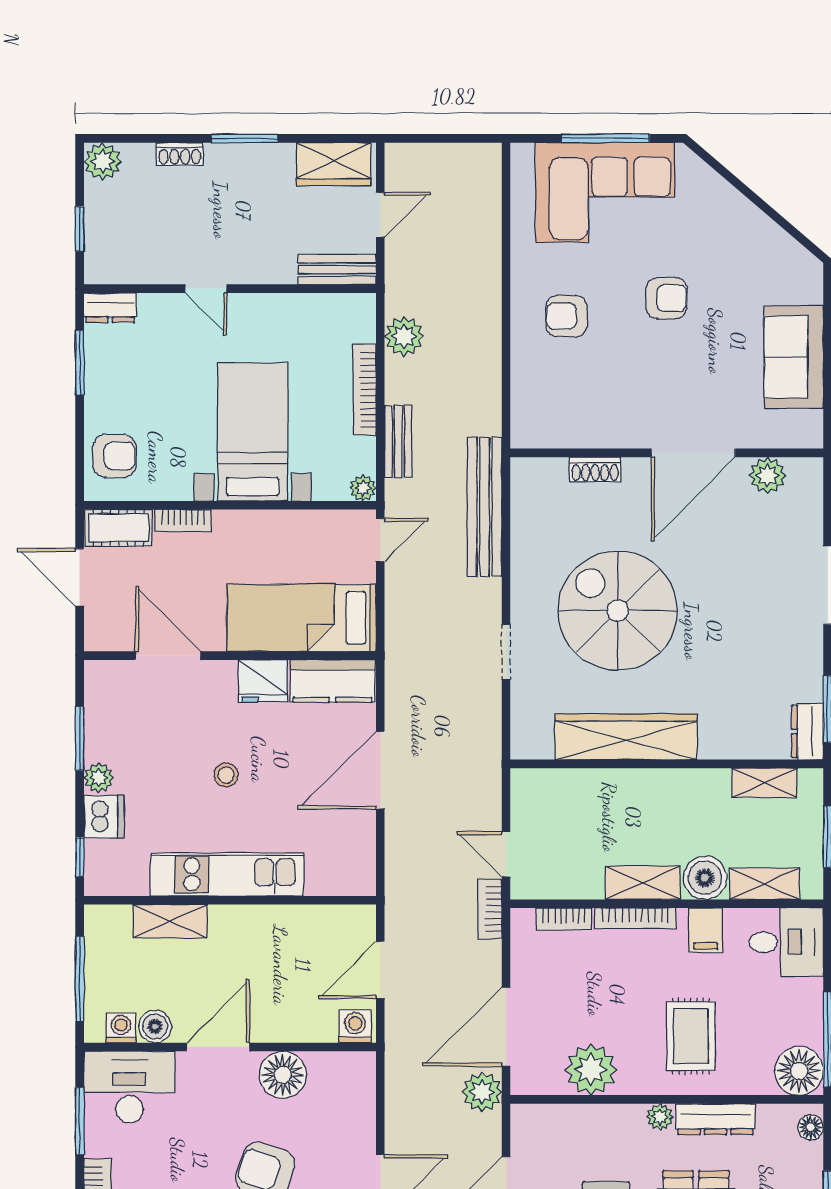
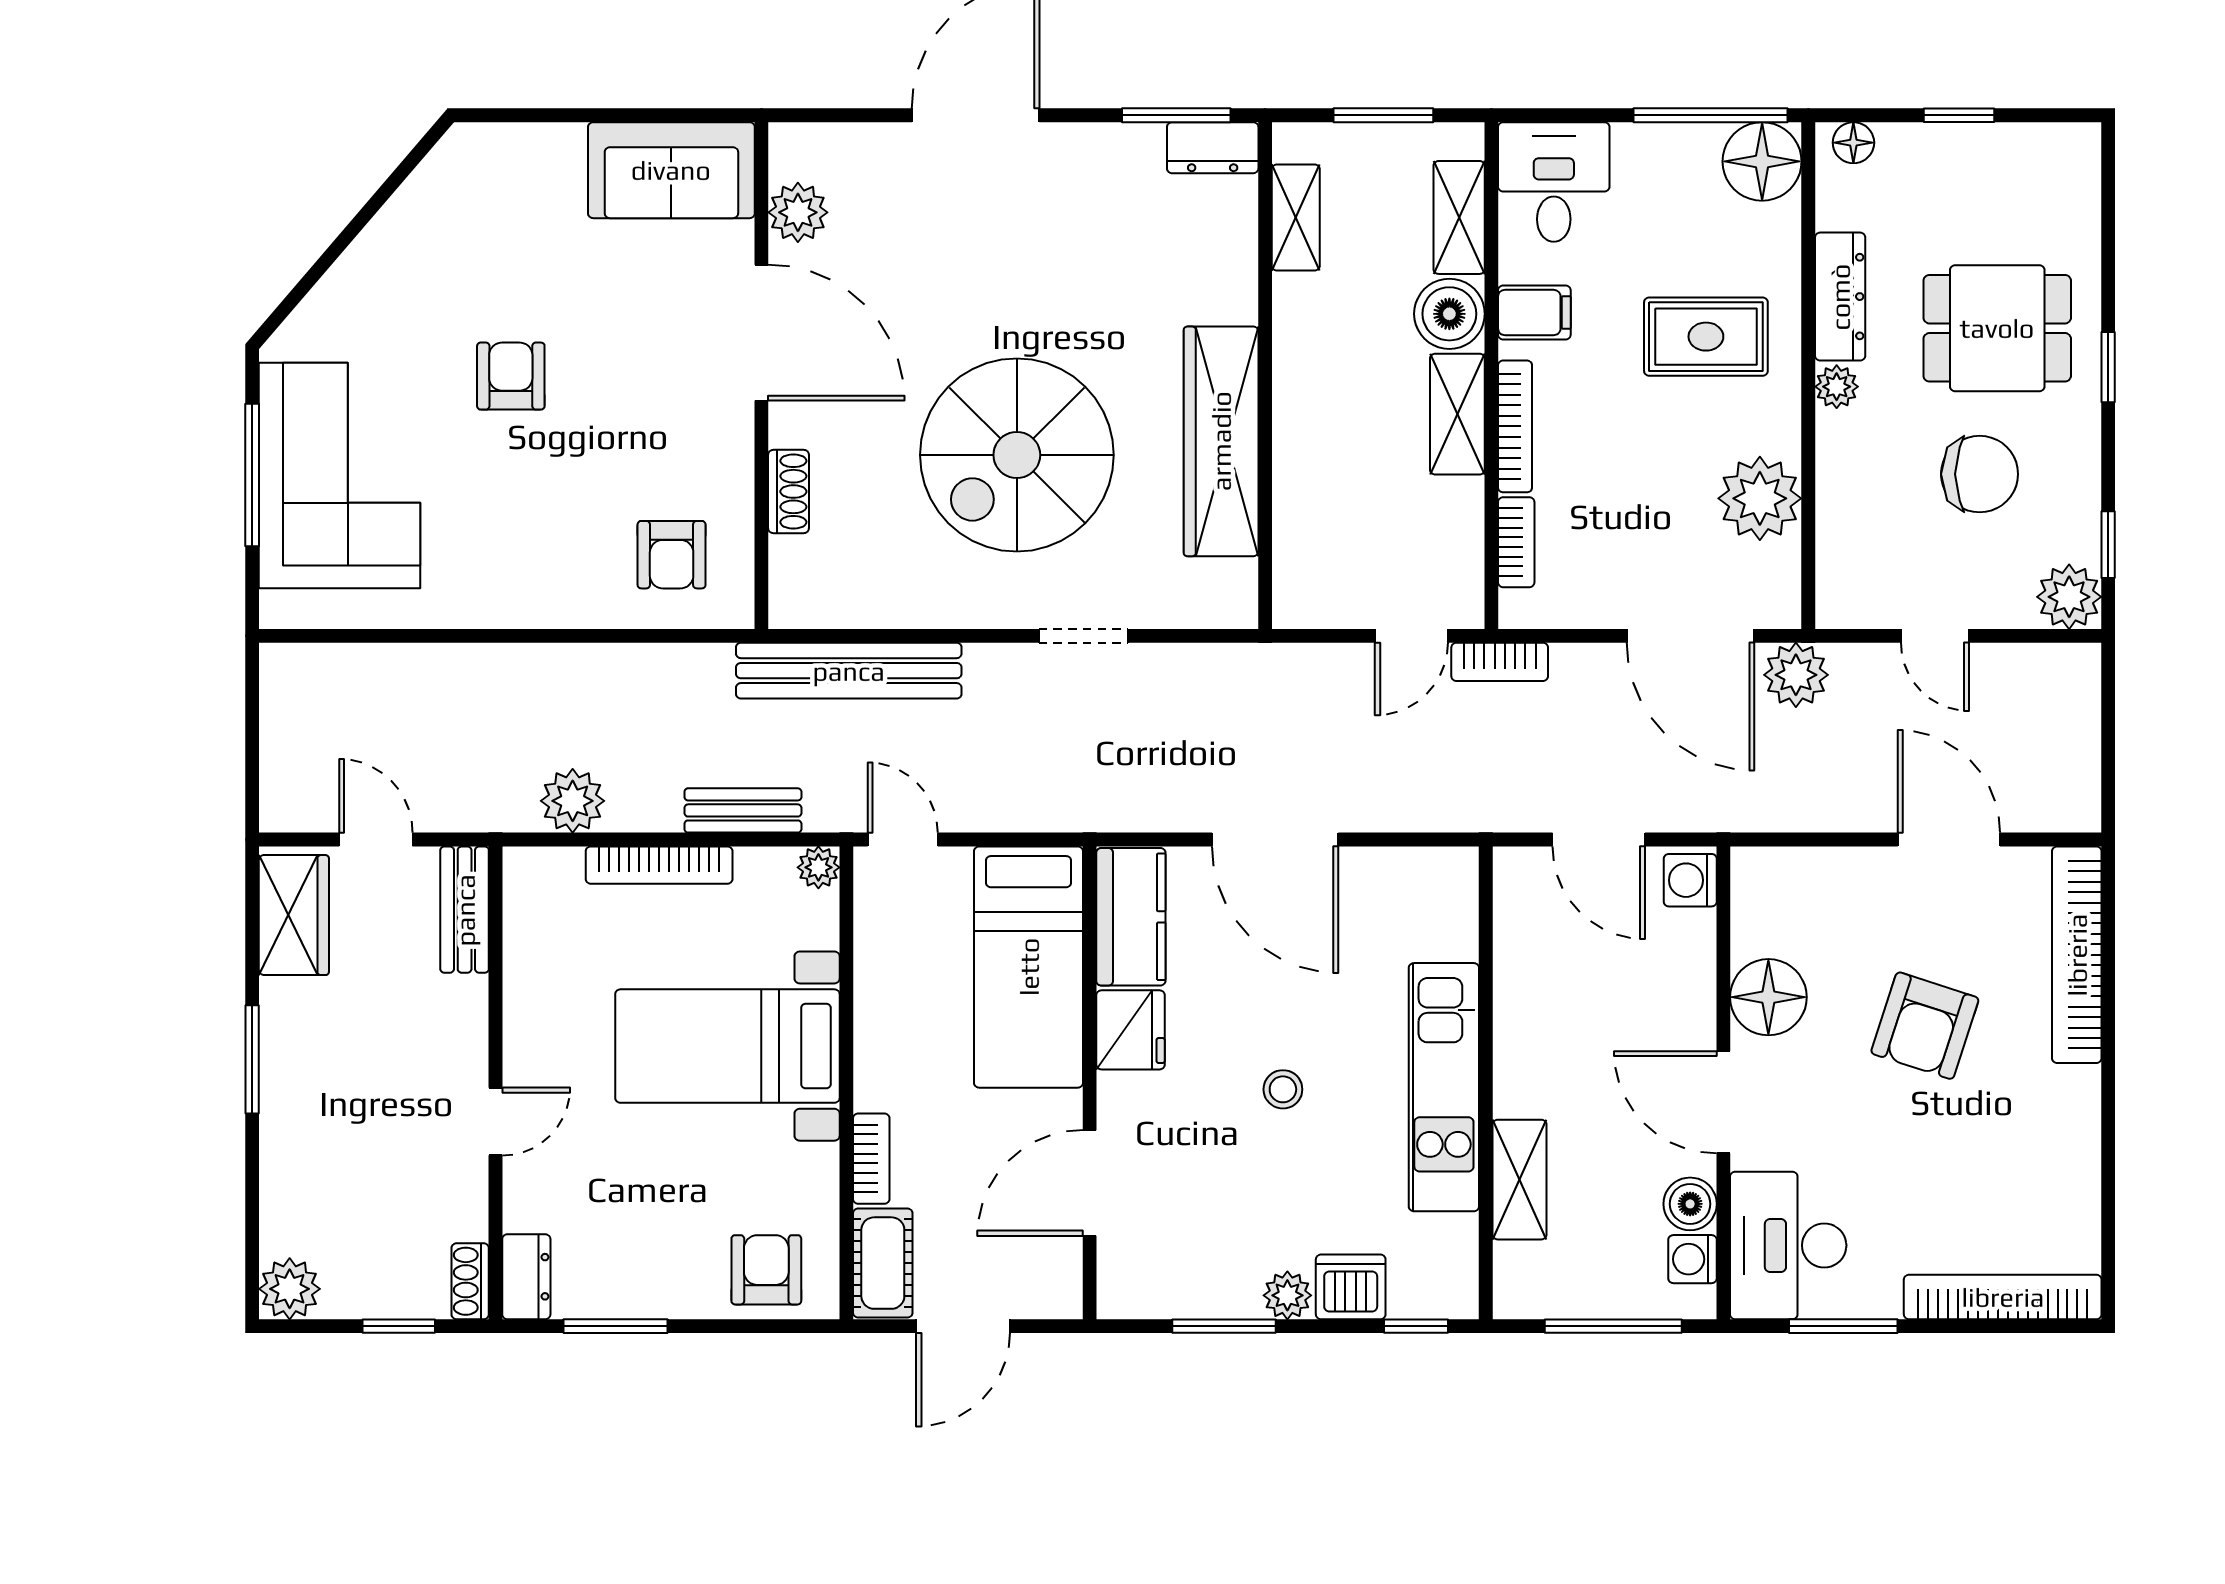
shoe rack: (180, 154) -> (470, 1281), moved, turned 180
armchair: (566, 316) -> (672, 555), moved
sofa: (794, 357) -> (671, 170), moved

